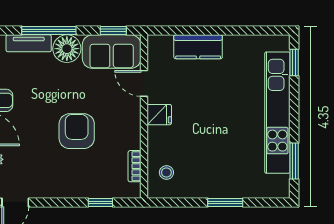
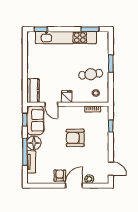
kitchen counter: (198, 47) -> (33, 91), moved
door: (144, 83) -> (51, 104), hinge flipped
cafe table: (204, 162) -> (91, 74), added

